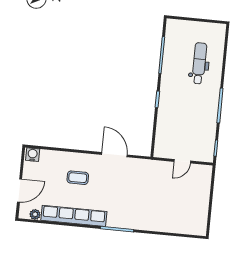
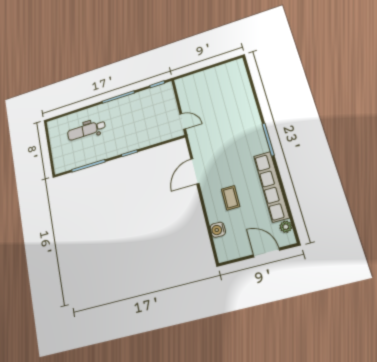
water cooler: (33, 155) -> (218, 230), moved
door: (182, 161) -> (183, 121), moved

